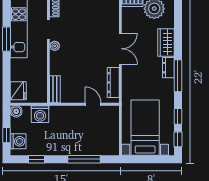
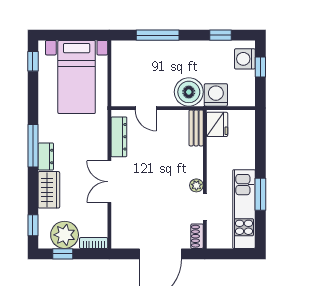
fridge: (18, 91) -> (217, 124), moved, turned 180
boiler: (16, 111) -> (189, 92), moved, width x1.86, depth x1.86
window: (178, 116) -> (33, 225), moved

